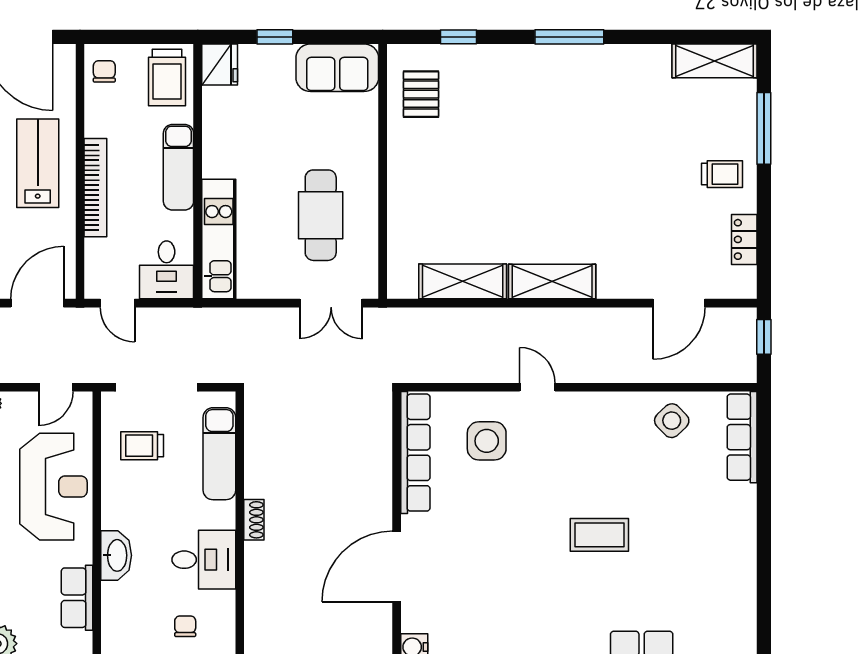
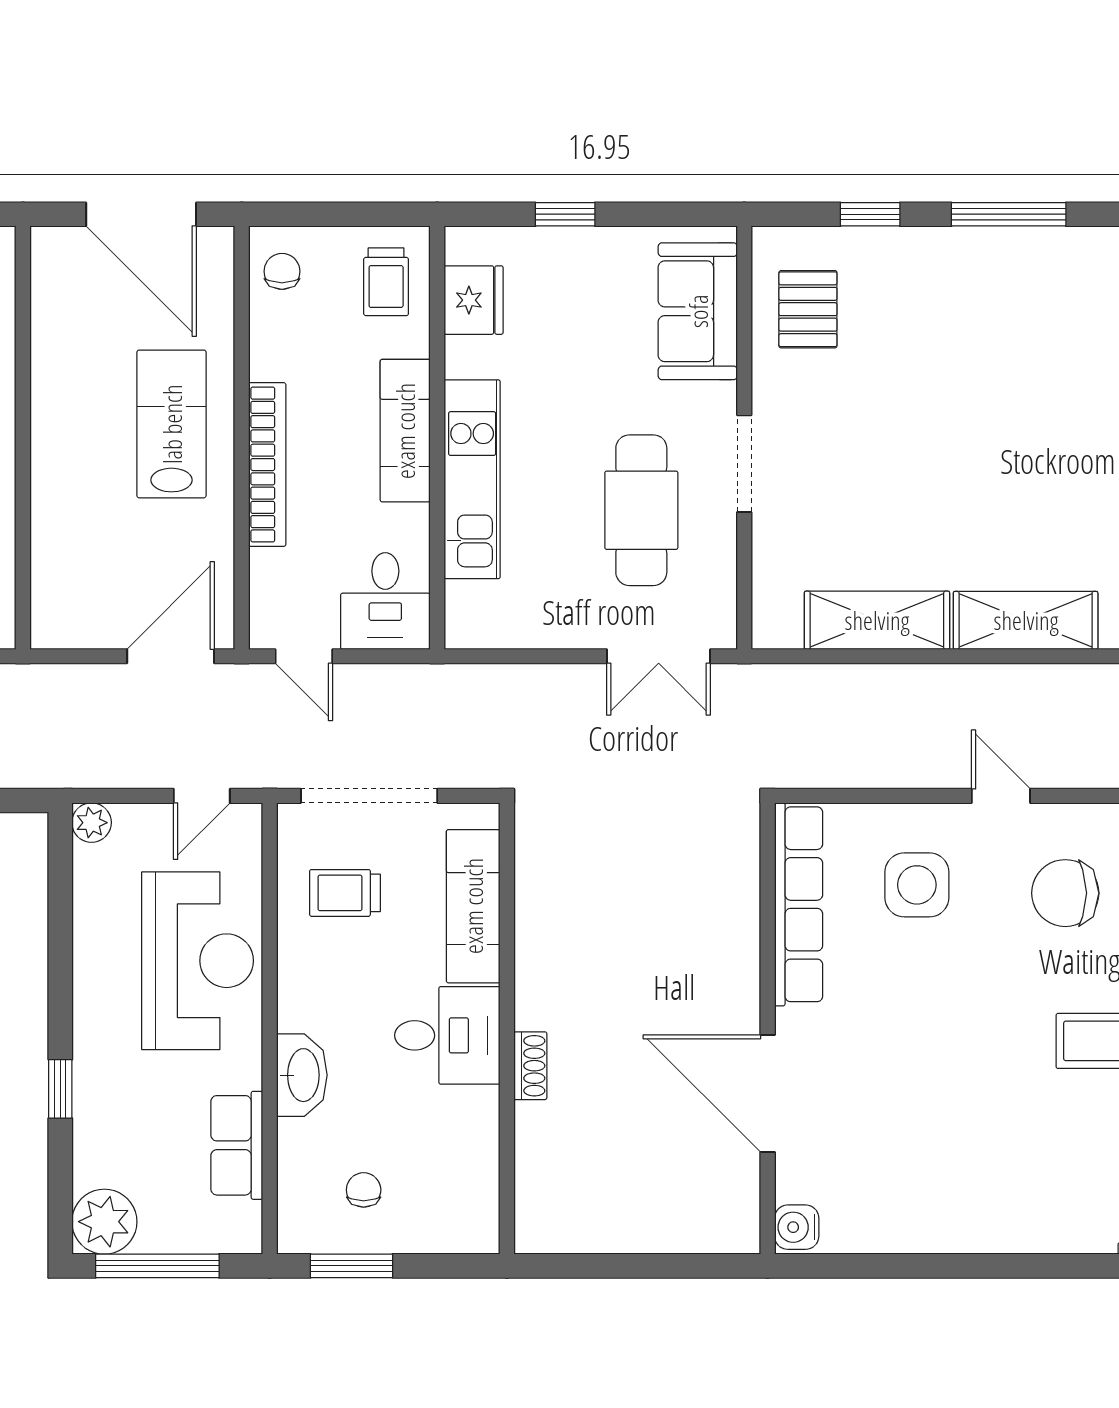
window: (569, 37) -> (1009, 214), moved
fridge: (220, 65) -> (474, 300), moved
sofa: (337, 68) -> (698, 311), moved, turned 90
trolley: (167, 78) -> (386, 282), width x0.73, depth x0.72
doorway: (383, 187) -> (744, 464), added
kitchen unit: (219, 239) -> (472, 479), moved
chair: (576, 446) -> (1065, 893), added
shoe rack: (254, 520) -> (530, 1066), moved
desk: (204, 560) -> (447, 1035), moved
door: (397, 567) -> (768, 1094), hinge flipped
chair: (185, 626) -> (364, 1190), moved

